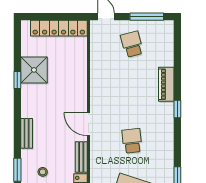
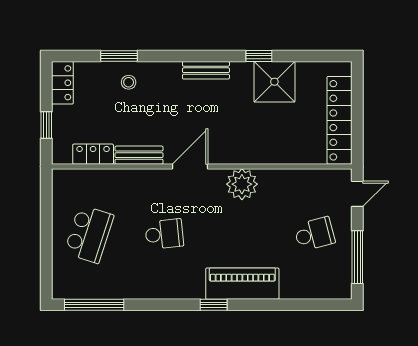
piano: (166, 84) -> (242, 284), width x1.37, depth x1.33
plant: (100, 91) -> (242, 184), added
bench: (27, 133) -> (206, 70), moved
stool: (43, 172) -> (129, 82), moved

